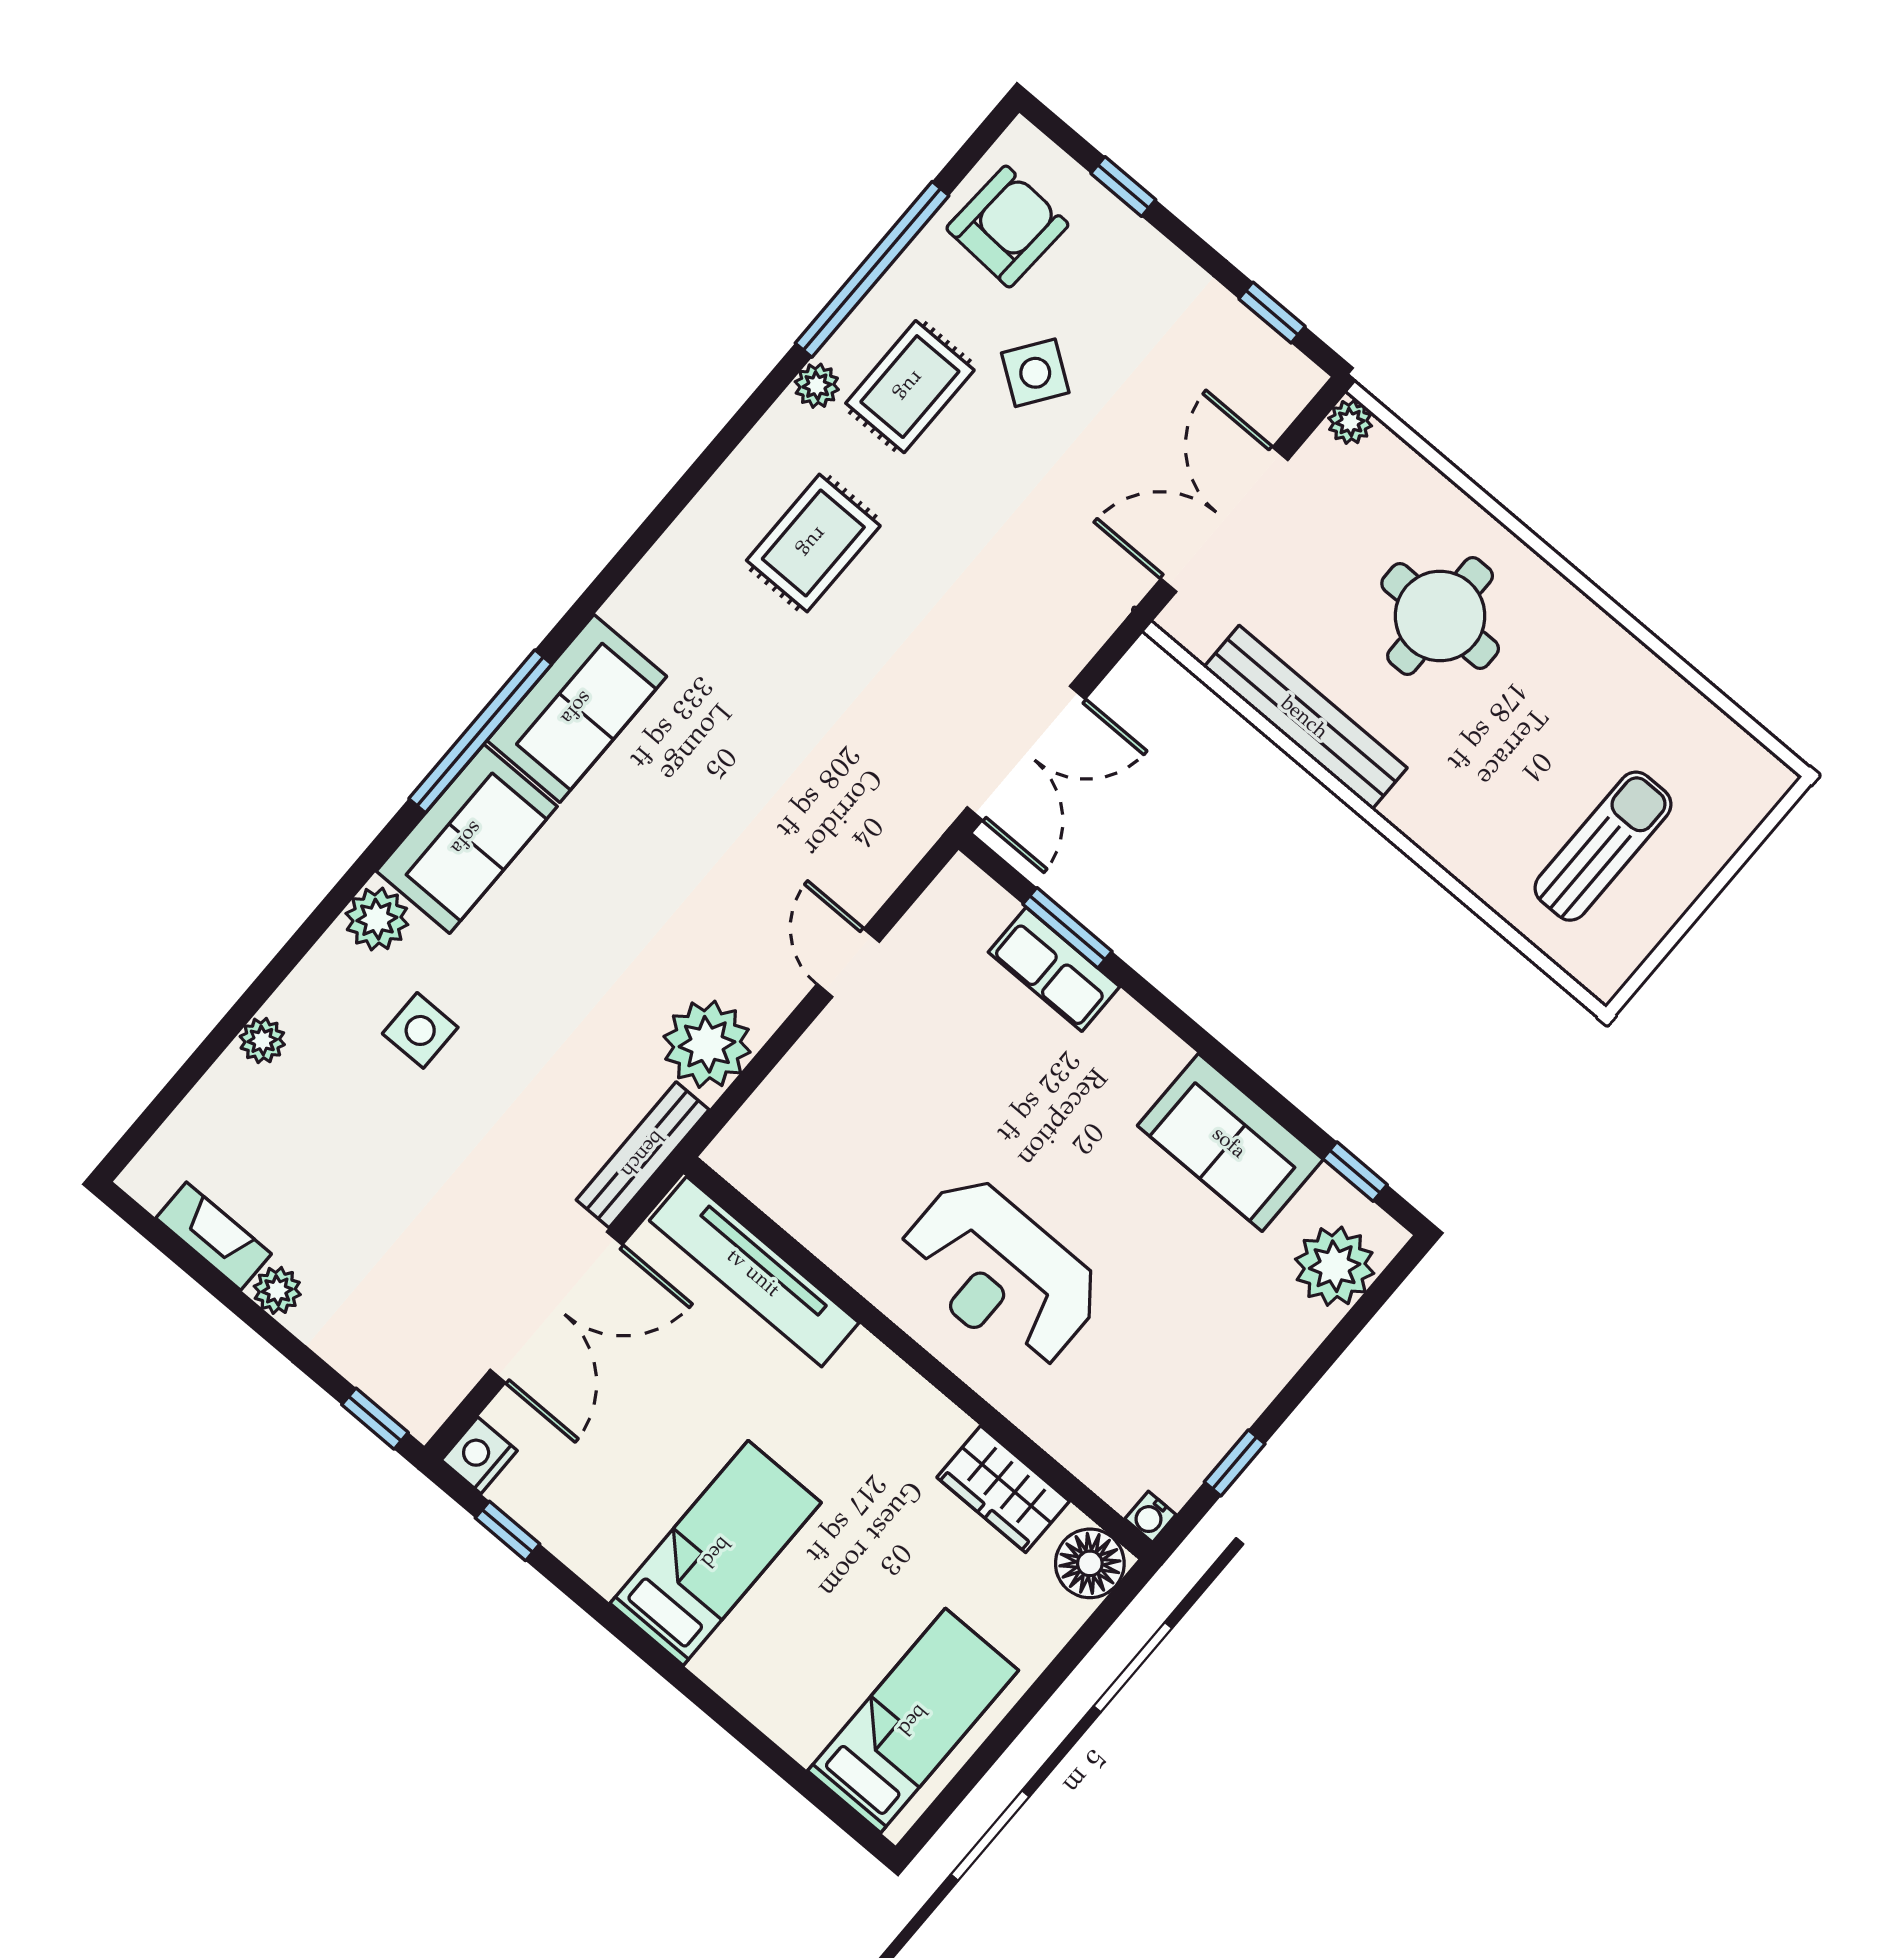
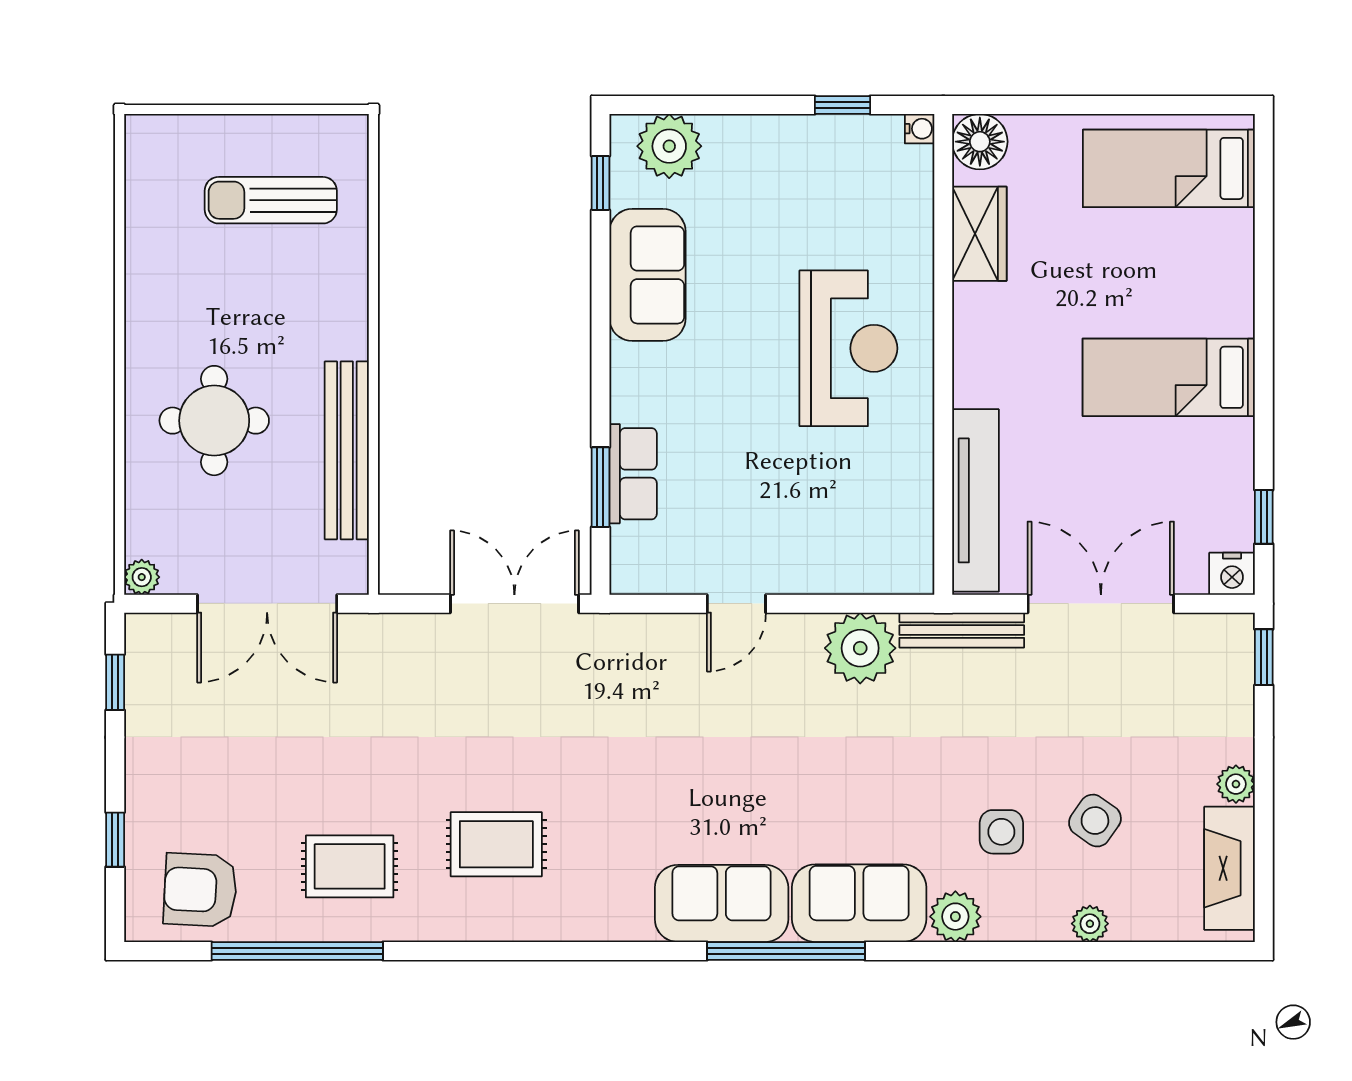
side table: (1035, 373) -> (1095, 821), moved
plant: (817, 386) -> (398, 924), removed
fireplace: (214, 1236) -> (1230, 868), width x1.37, depth x1.32

